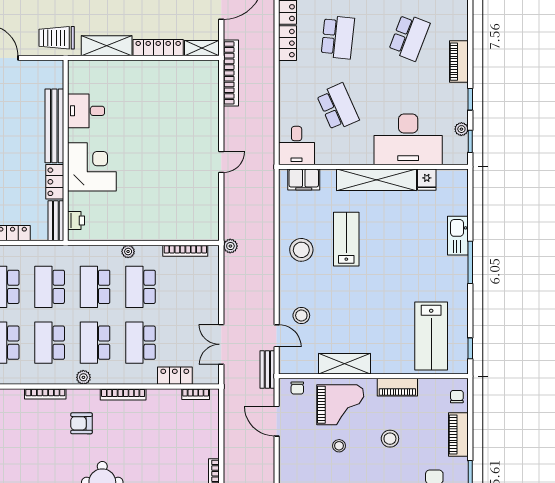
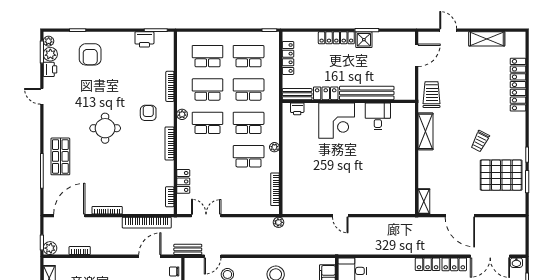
locker: (158, 48) -> (424, 169), removed
bookcase: (231, 73) -> (147, 223), moved
school desk: (140, 343) -> (208, 156), removed

